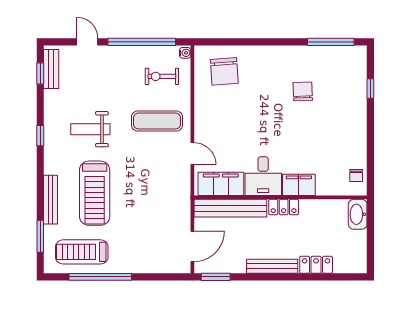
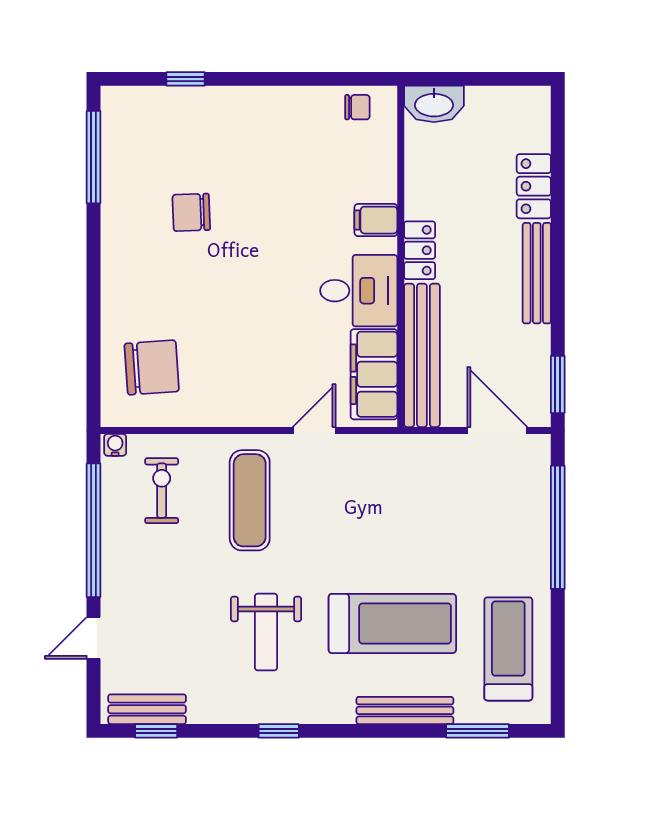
exercise bike: (162, 76) -> (162, 491), turned 180
filing cabinet: (299, 185) -> (376, 220), width x0.50
treadmill: (82, 252) -> (508, 649), turned 180
window: (100, 277) -> (558, 527), moved

